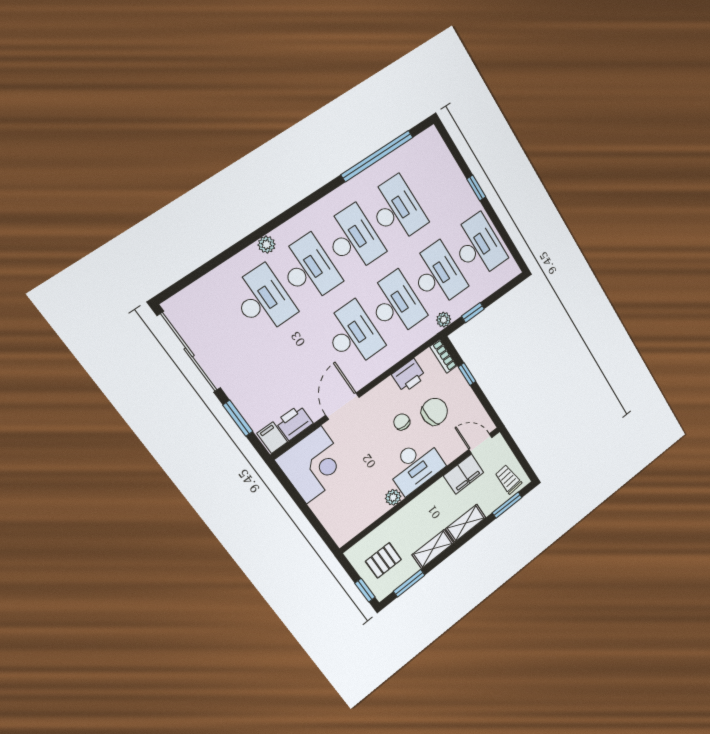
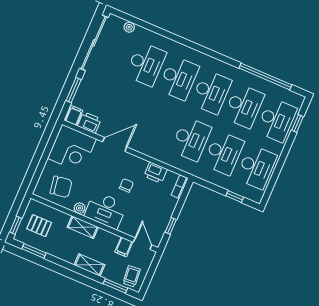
window: (476, 188) -> (297, 123), moved
plant: (267, 245) -> (129, 27), moved
window: (473, 313) -> (235, 197), moved
plant: (444, 320) -> (201, 173), removed
desk: (353, 335) -> (276, 120), moved
window: (467, 374) -> (171, 226), moved
chair: (434, 412) -> (61, 187), moved
filing cabinet: (464, 474) -> (124, 247), width x0.50
shelving: (433, 549) -> (83, 227), moved

